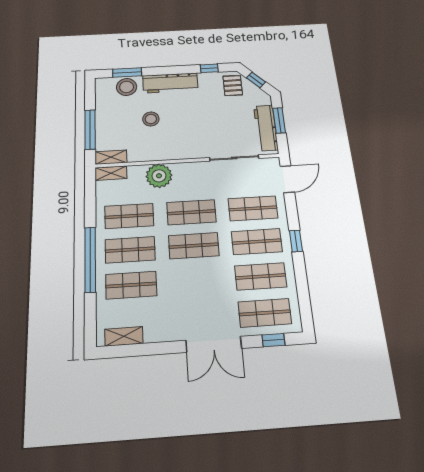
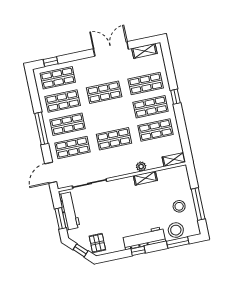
window: (209, 68) -> (138, 251), moved
stool: (151, 119) -> (179, 206), moved
window: (90, 129) -> (198, 204), moved
shelving: (111, 157) -> (145, 178), moved
plant: (159, 176) -> (141, 166), width x0.53, depth x0.53
window: (296, 241) -> (41, 128), width x2.17
shop shelf: (194, 246) -> (104, 92), moved
window: (90, 259) -> (175, 97), width x0.32
double door: (214, 344) -> (111, 49), moved

